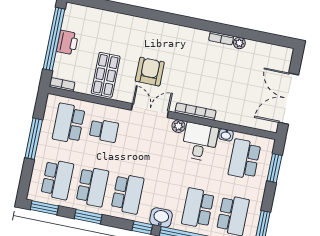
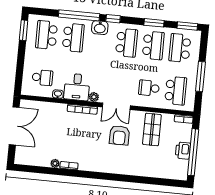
school desk: (244, 159) -> (42, 78), width x0.54
window: (274, 168) -> (19, 73), removed
school desk: (92, 187) -> (153, 45), turned 180
school desk: (128, 194) -> (127, 43), turned 180

